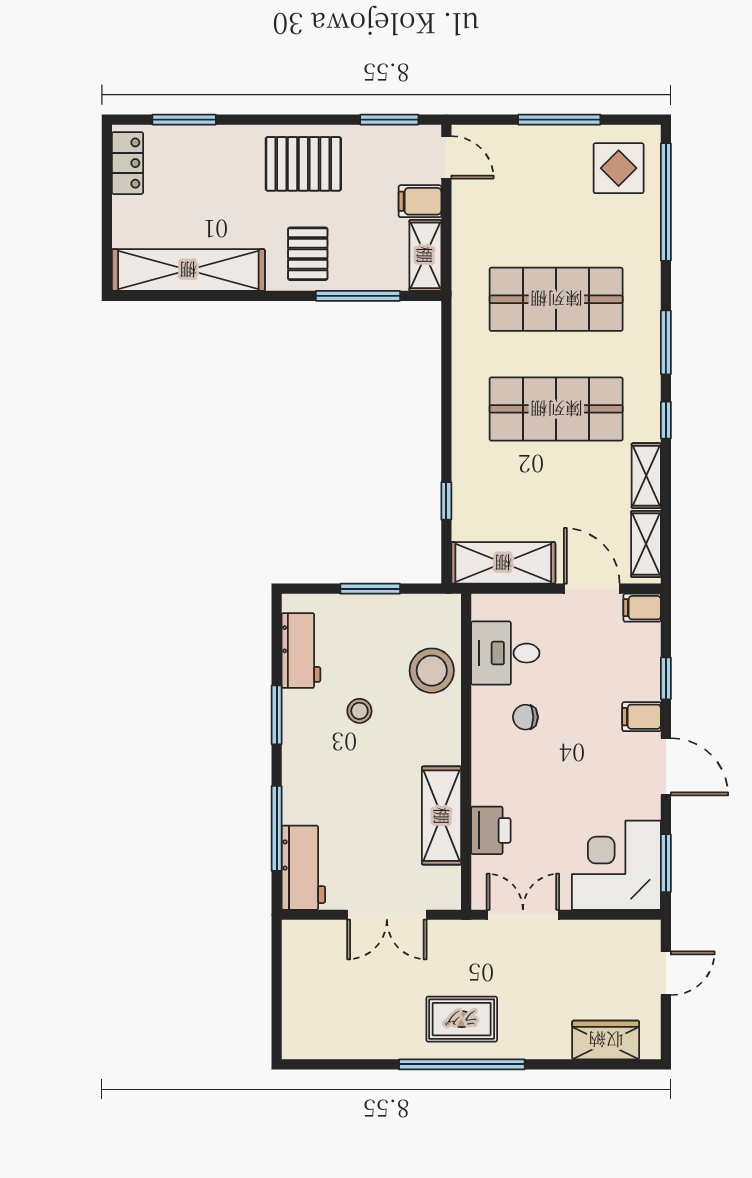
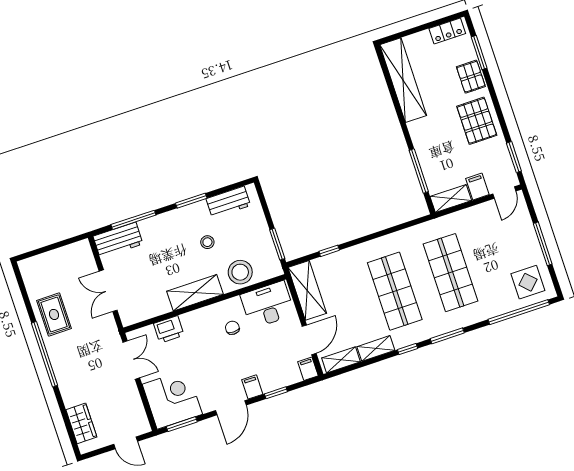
pallet: (308, 254) -> (471, 77), moved, turned 90
window: (370, 589) -> (277, 244), moved
desk: (505, 653) -> (268, 305), width x1.37
shelving: (442, 816) -> (195, 293), moved
rug: (462, 1019) -> (54, 314), moved

